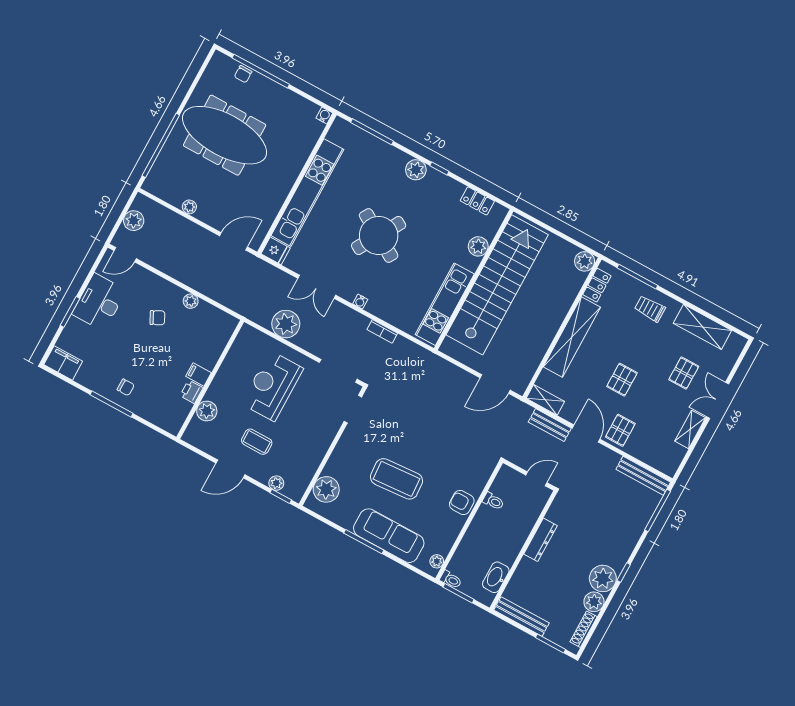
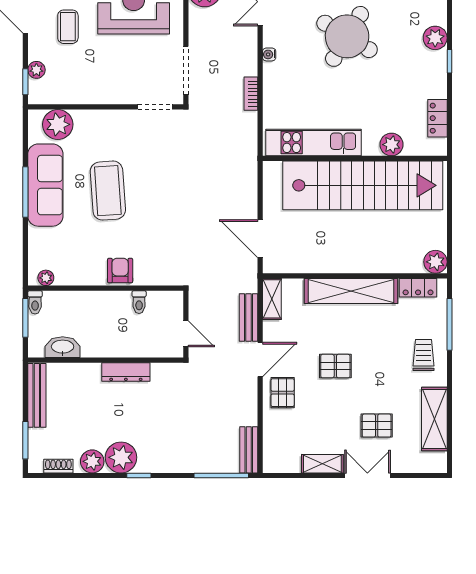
pallet: (620, 430) -> (283, 393), turned 90
bench: (643, 476) -> (249, 450), width x0.73
sofa: (389, 536) -> (45, 185), moved
shoe rack: (584, 629) -> (58, 466), width x0.70

